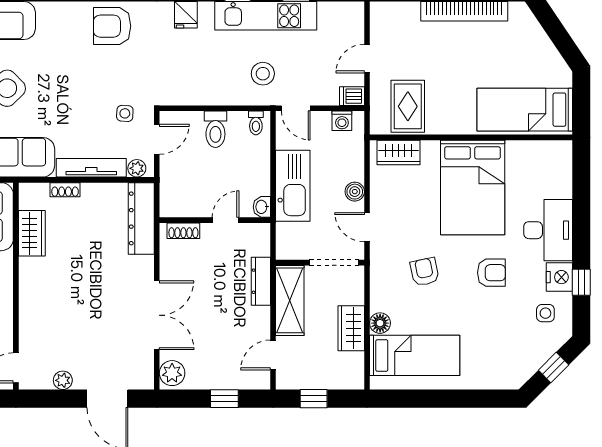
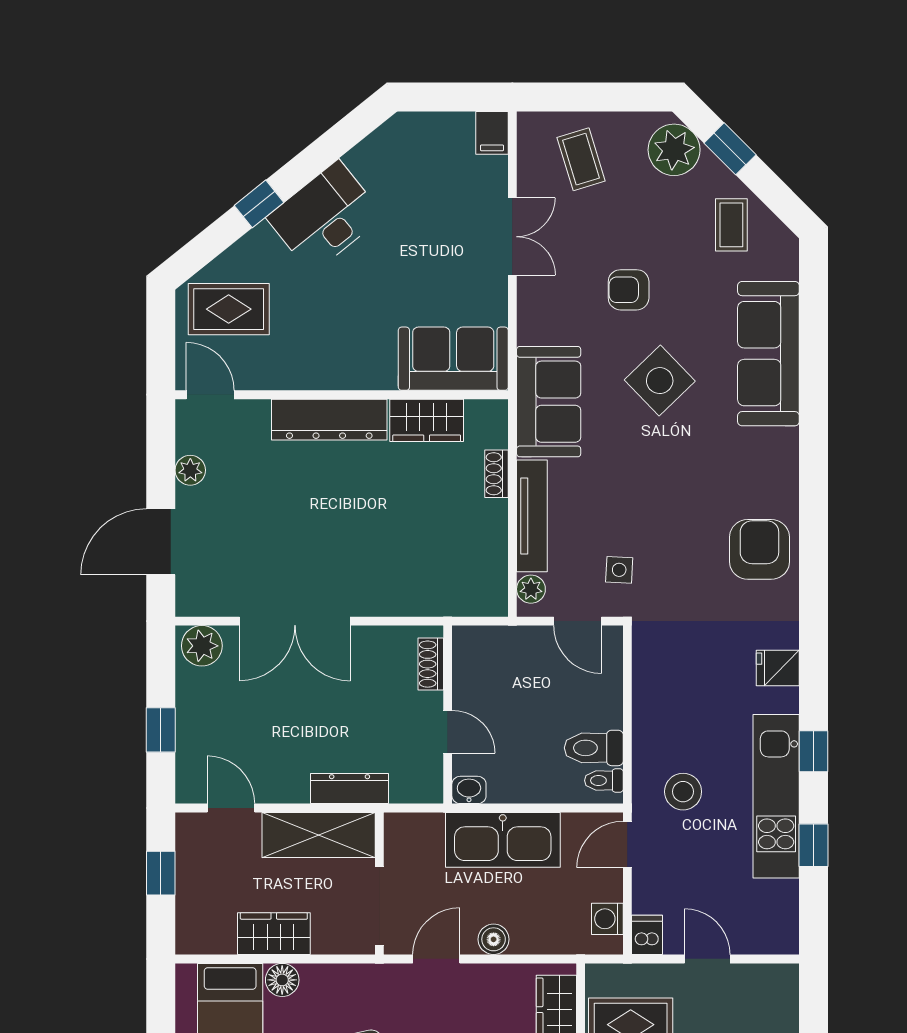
toilet: (215, 129) -> (594, 748), moved
dresser: (141, 218) -> (329, 420), moved, turned 180

